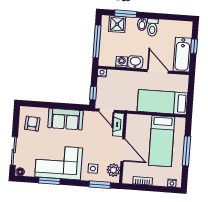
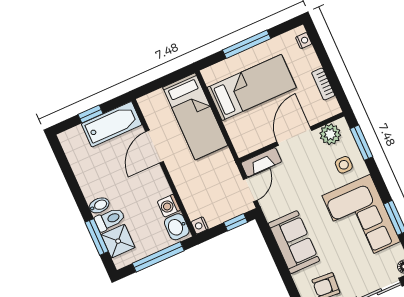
toilet: (152, 27) -> (110, 219), moved
washbasin: (135, 62) -> (177, 227), moved

